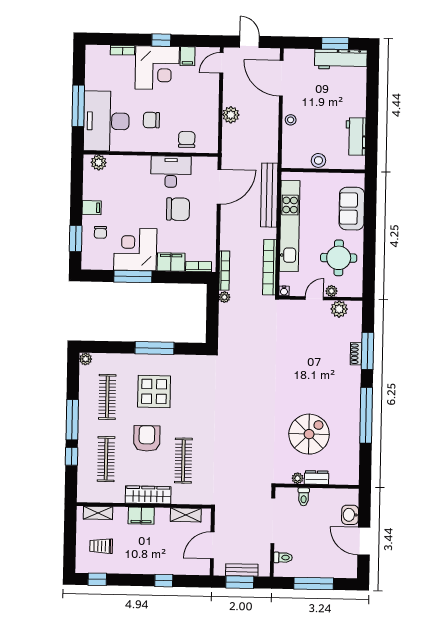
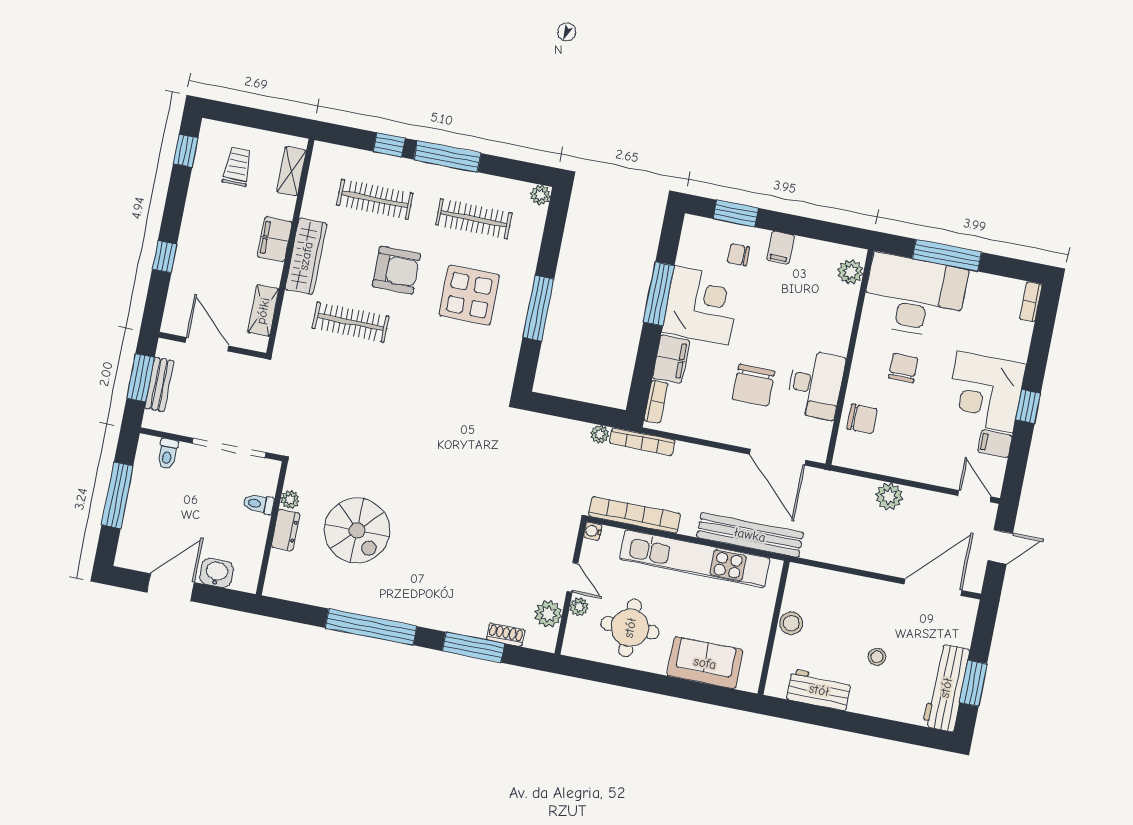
bookcase: (123, 50) -> (1031, 302), moved
stool: (291, 120) -> (877, 657), moved
shoe rack: (356, 354) -> (506, 635), moved

